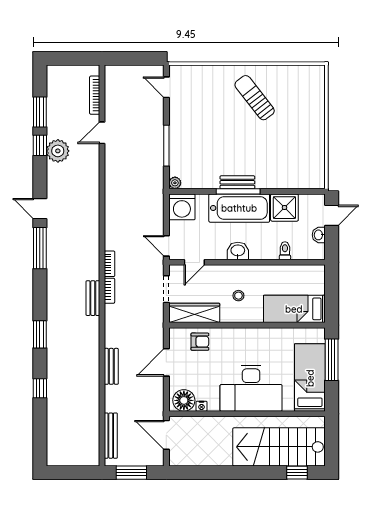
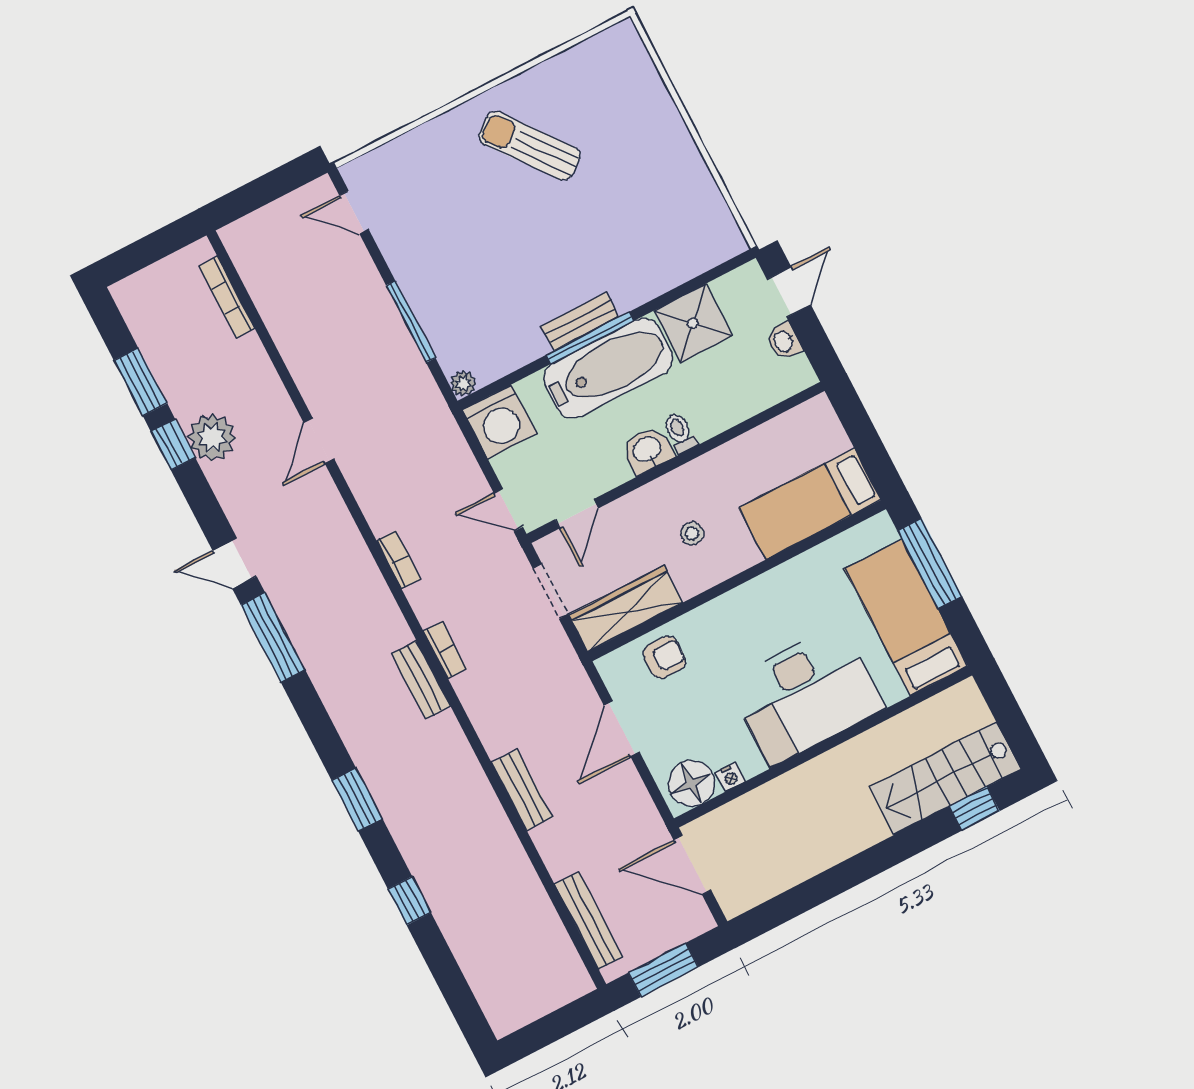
door: (102, 133) -> (319, 441), moved
toilet: (285, 251) -> (680, 433), moved
bookcase: (110, 264) -> (399, 560), moved
stairs: (279, 447) -> (945, 778), width x0.73, depth x0.66

